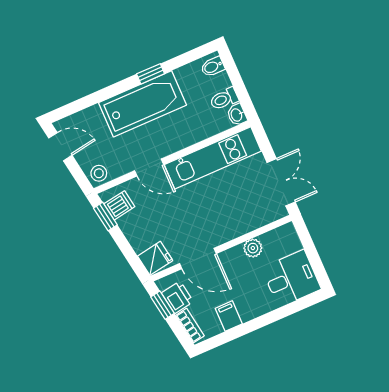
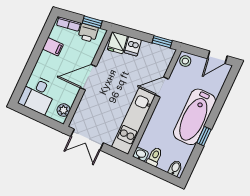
dishwasher: (119, 205) -> (133, 46), moved
plant: (253, 248) -> (64, 110), moved
door: (198, 258) -> (88, 77), moved

